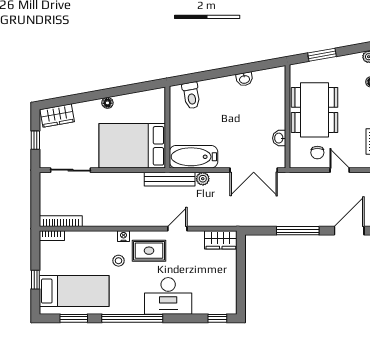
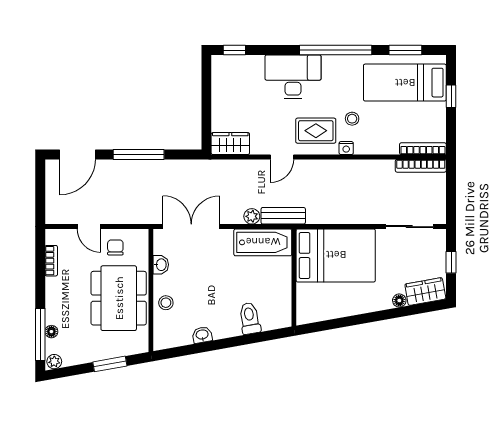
toilet: (191, 95) -> (250, 318), moved
floor lamp: (107, 103) -> (399, 301), moved
stool: (275, 106) -> (166, 303), added
bench: (170, 179) -> (283, 216), width x0.73
bookcase: (52, 236) -> (423, 149), width x1.56

